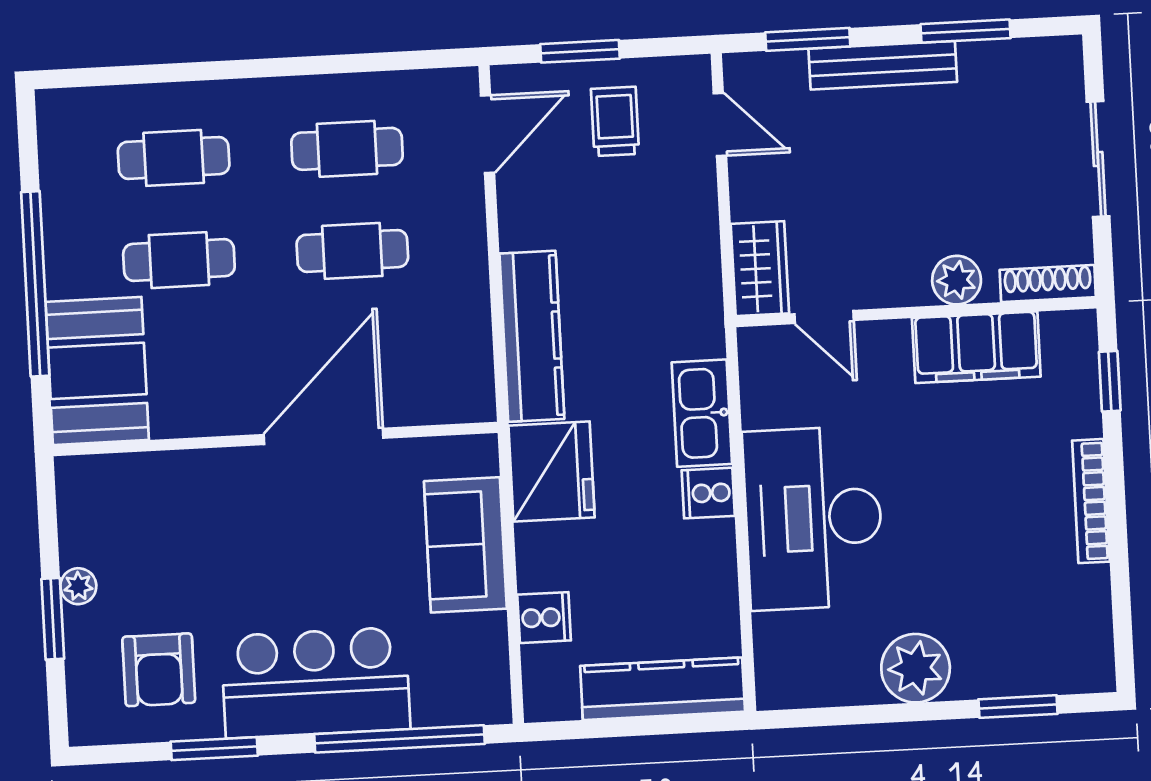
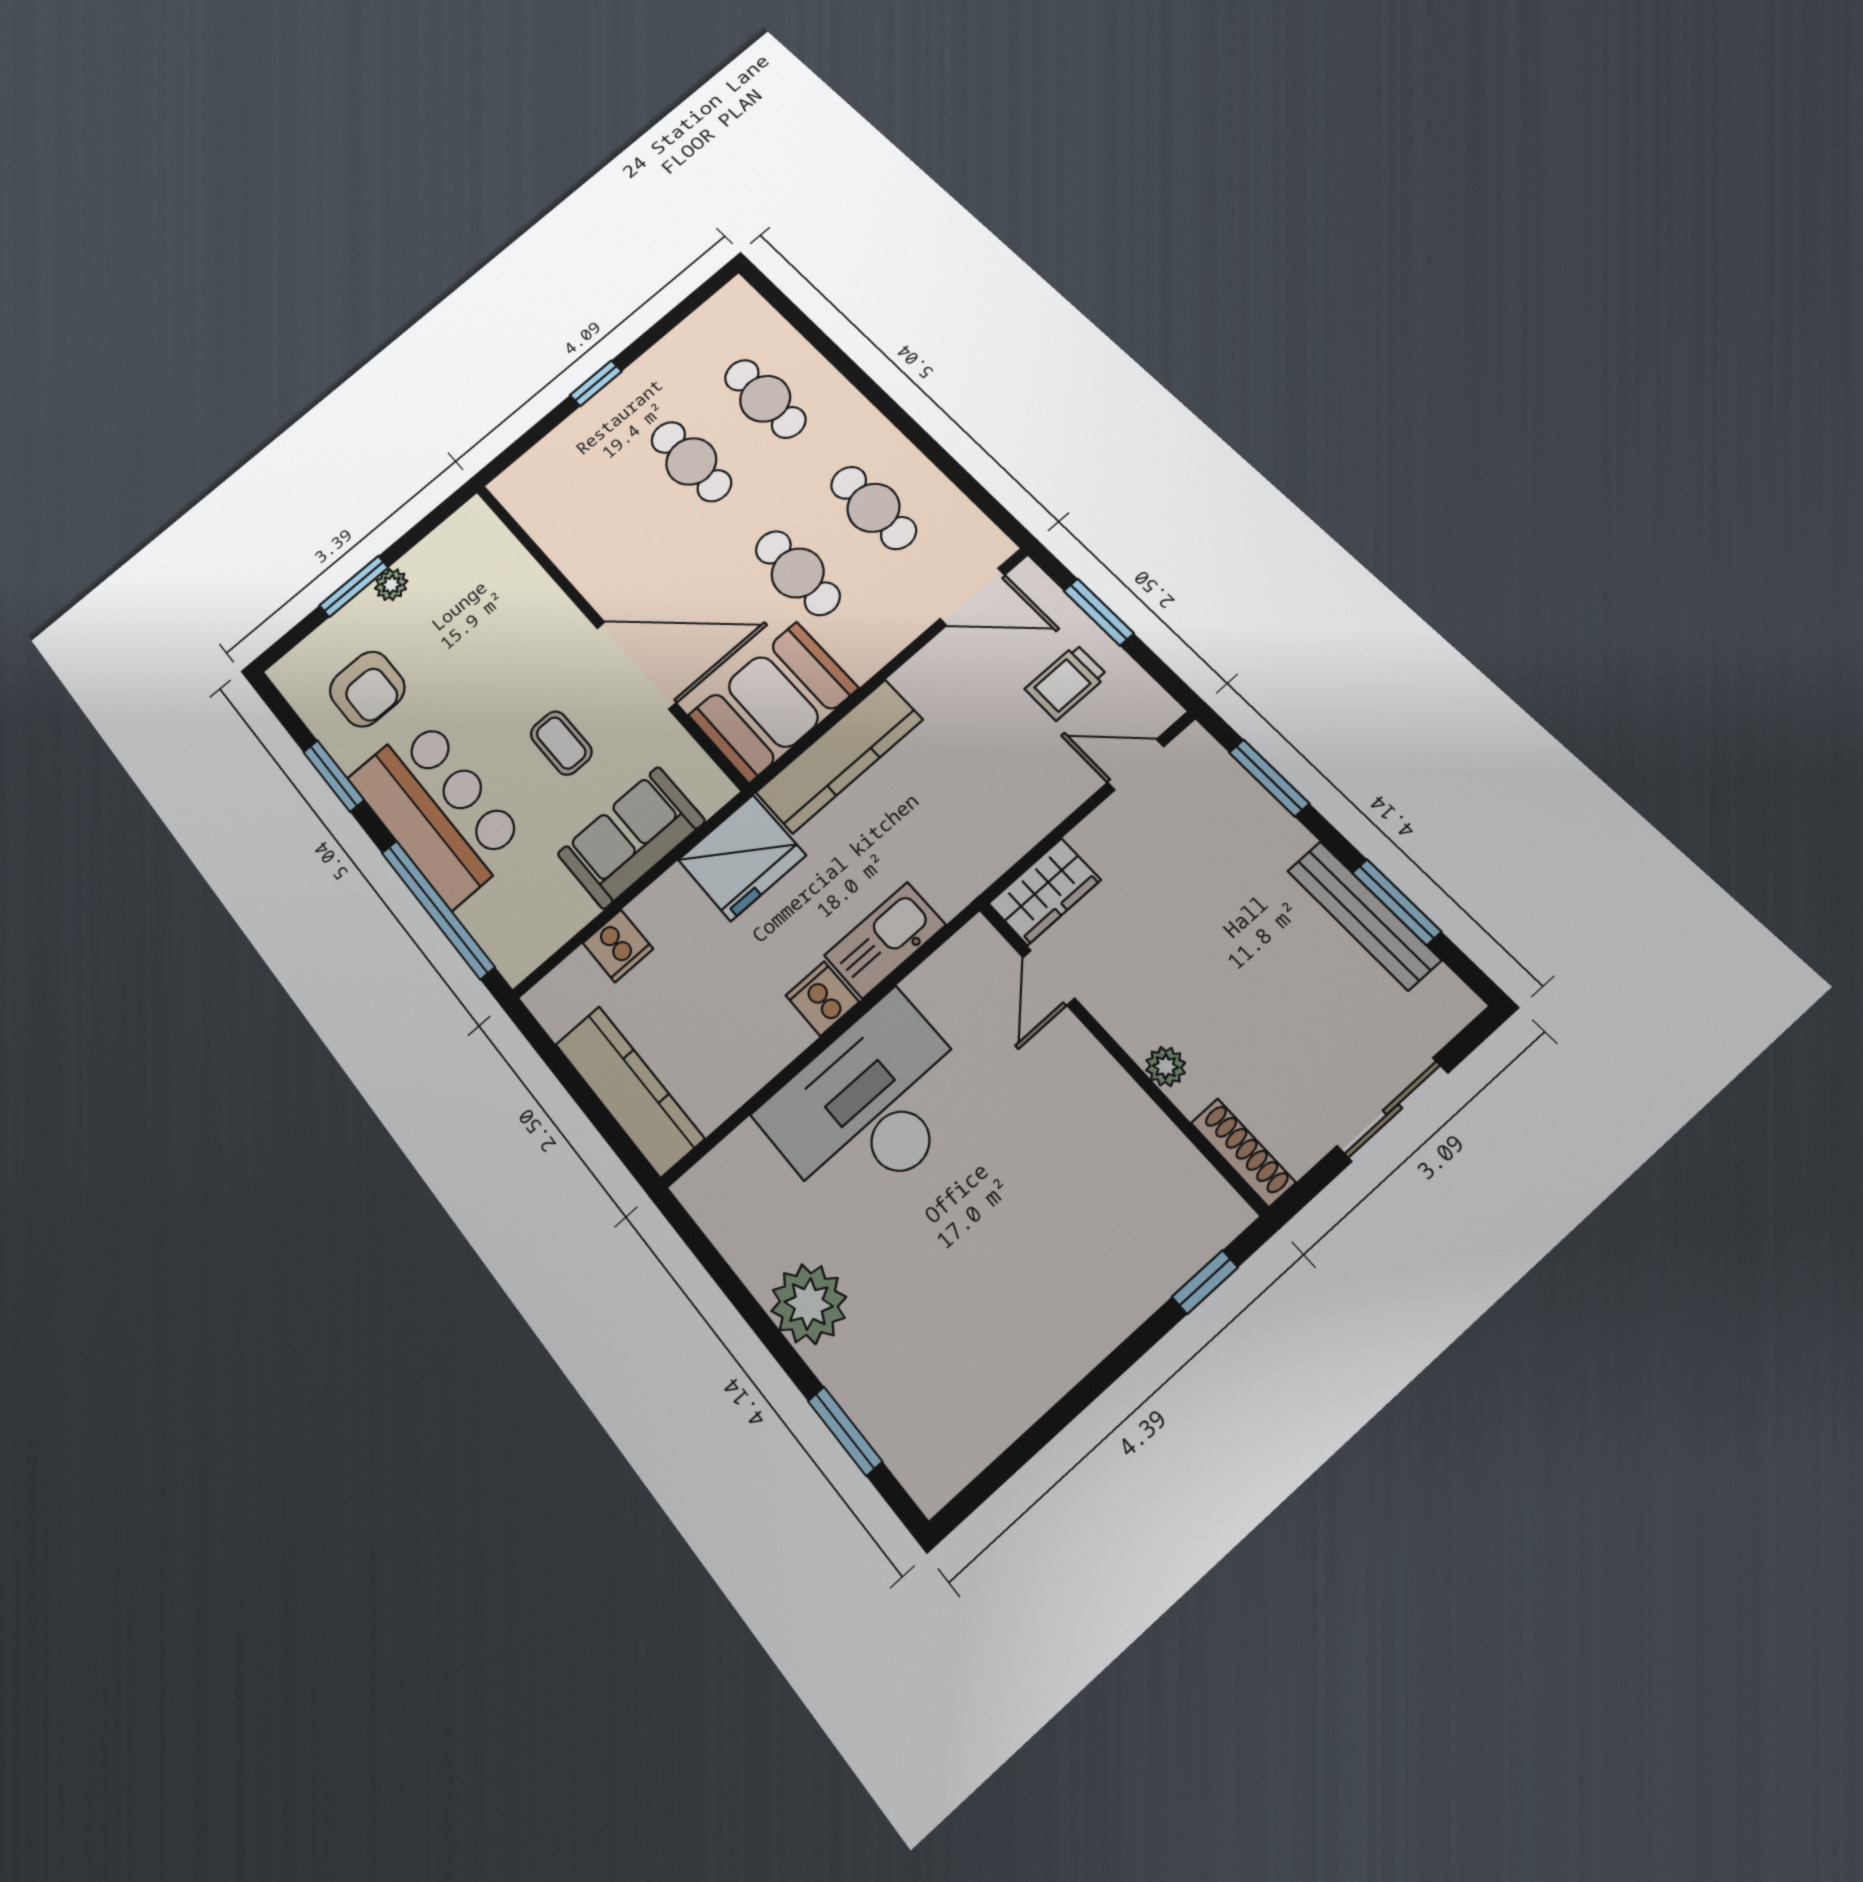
bench: (883, 65) -> (1364, 915), moved
trolley: (615, 121) -> (1066, 682), turned 180
door: (720, 124) -> (1136, 765), swing flipped
plant: (957, 280) -> (1166, 1067), width x0.73, depth x0.73
window: (35, 284) -> (596, 383), width x0.32
filing cabinet: (976, 347) -> (1133, 1132), removed
booth: (97, 371) -> (773, 702), moved
bookcase: (1091, 501) -> (1083, 1352), removed
coffee table: (340, 544) -> (561, 743), added
armchair: (159, 670) -> (367, 689), turned -90

